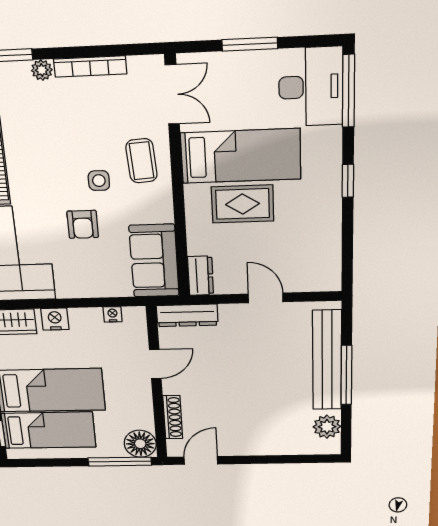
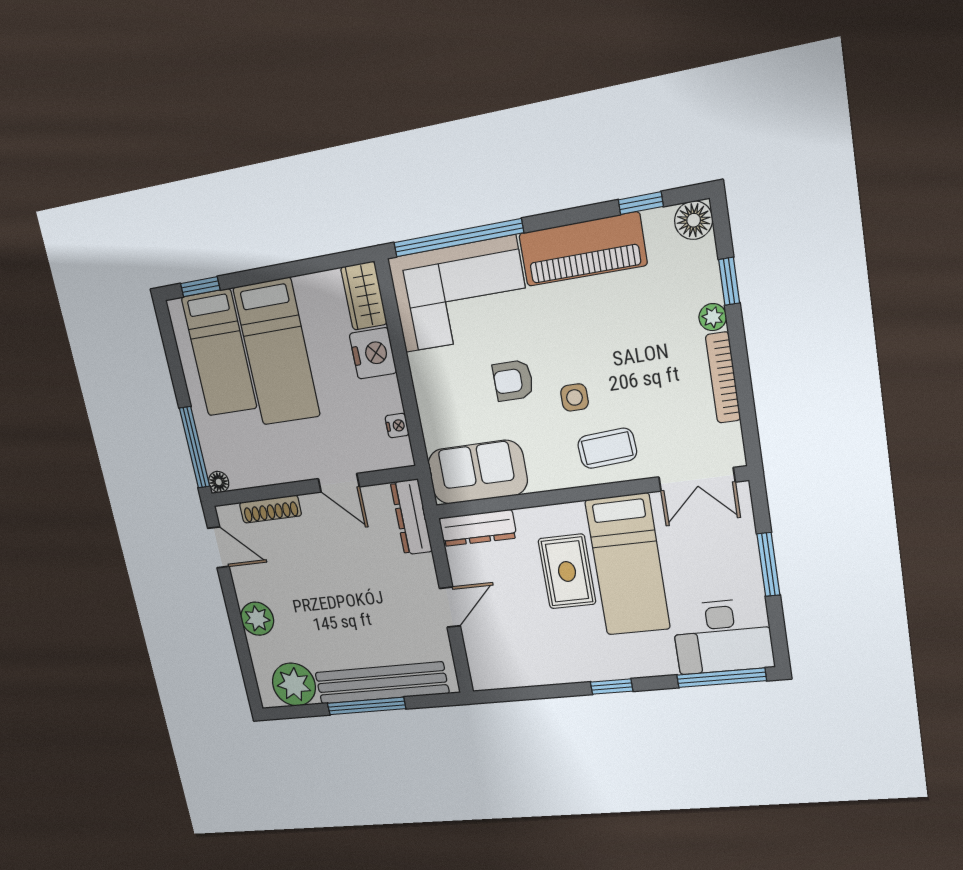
dresser: (201, 276) -> (478, 528), width x1.44
nightstand: (55, 319) -> (373, 353), width x1.36, depth x1.33
plant: (327, 427) -> (294, 684), width x1.36, depth x1.36
floor lamp: (140, 444) -> (219, 482), width x0.53, depth x0.53
plant: (263, 444) -> (257, 619), added

